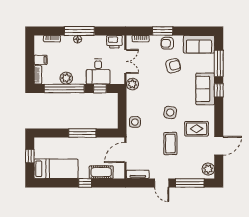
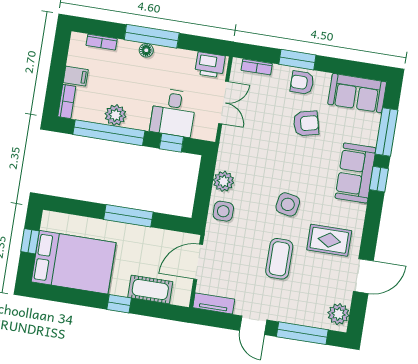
plant: (132, 84) -> (224, 181), moved
bed: (56, 169) -> (74, 262), width x1.50

